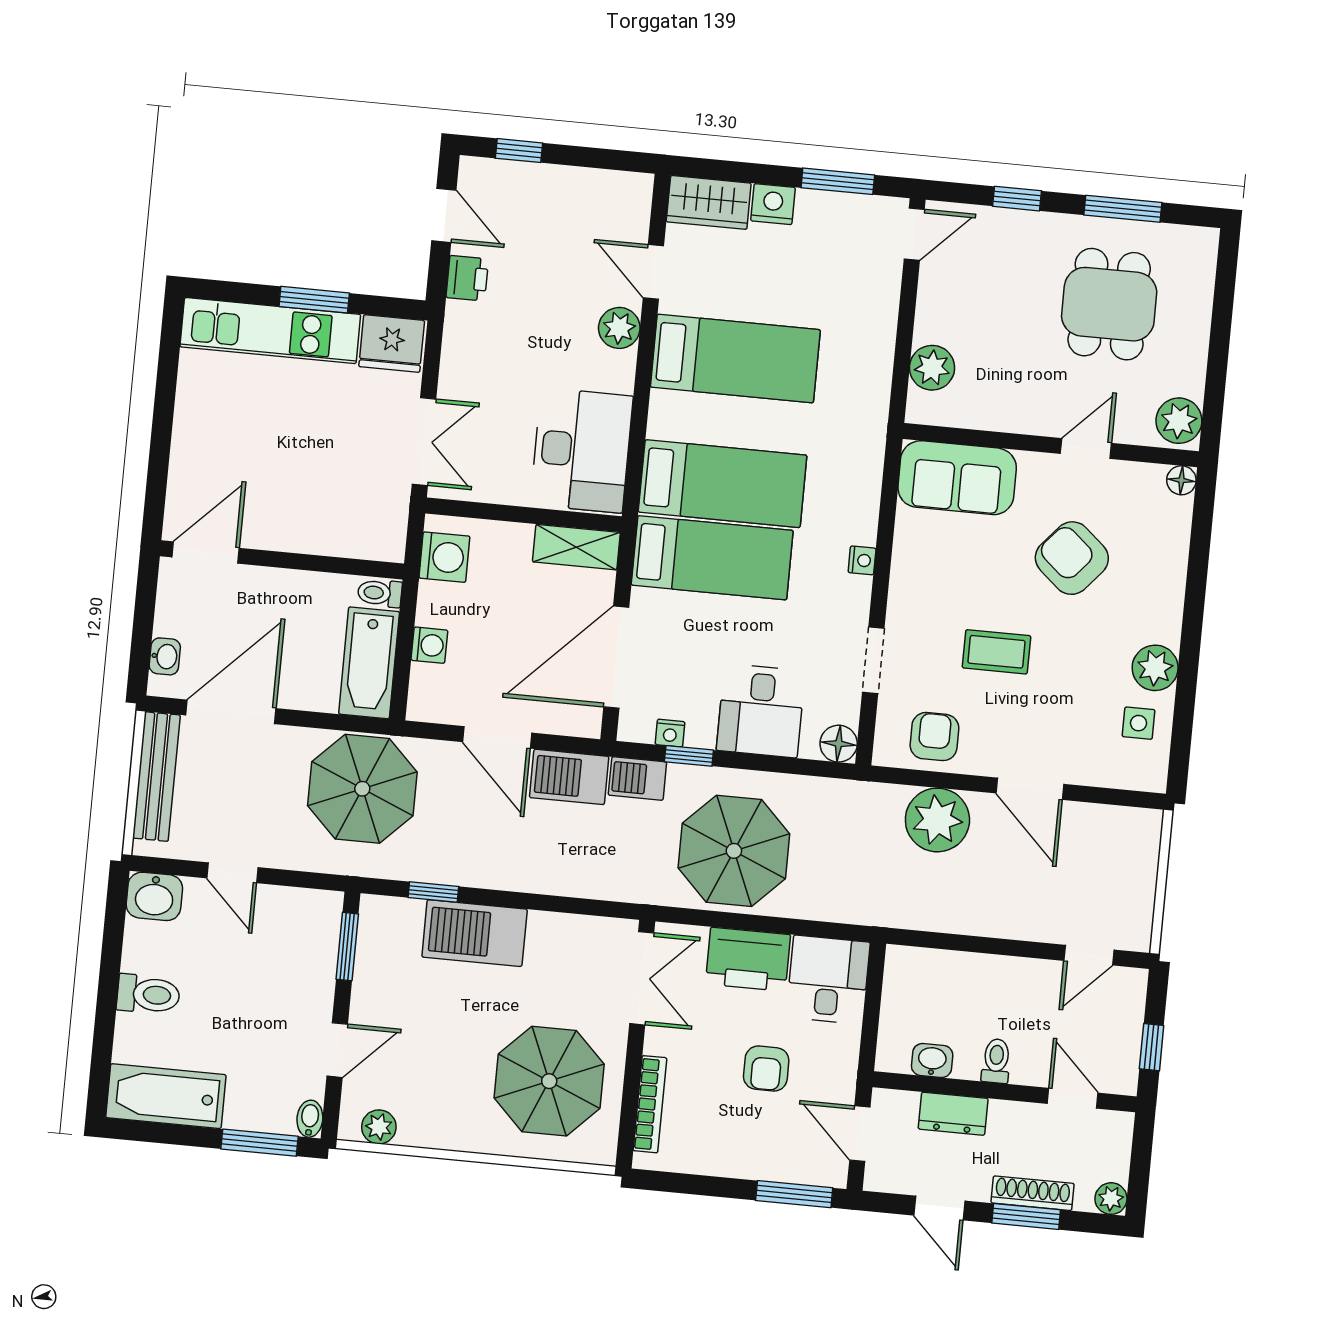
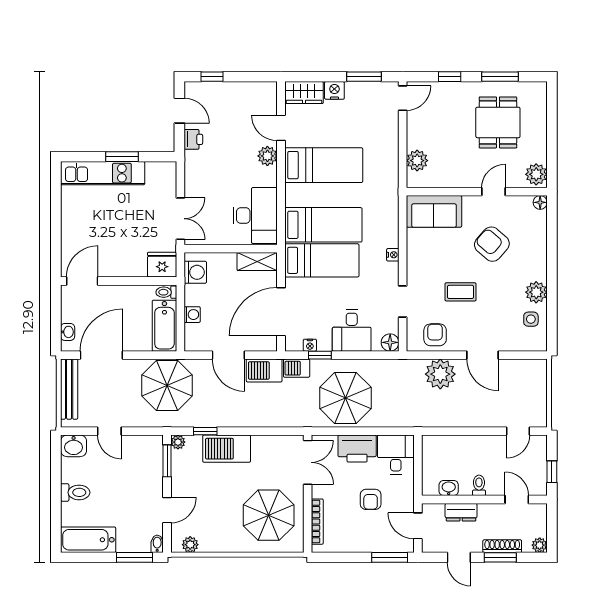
fridge: (392, 344) -> (162, 265), moved, turned 180
plant: (374, 910) -> (178, 442), added

